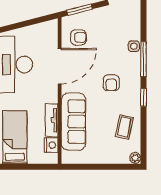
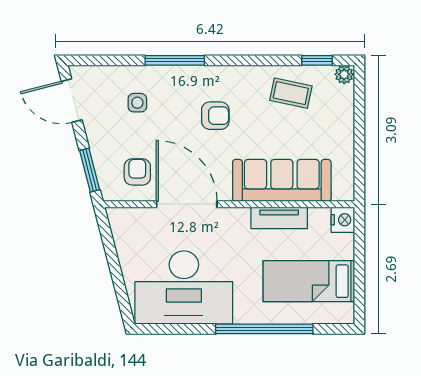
side table: (134, 46) -> (137, 103), moved
window: (143, 97) -> (317, 60), moved
nightstand: (51, 145) -> (343, 220), moved, turned 90

